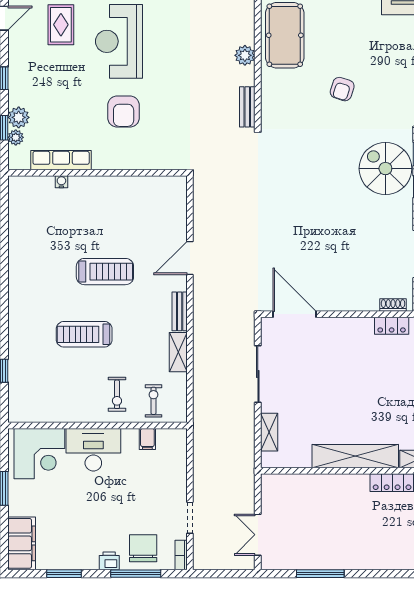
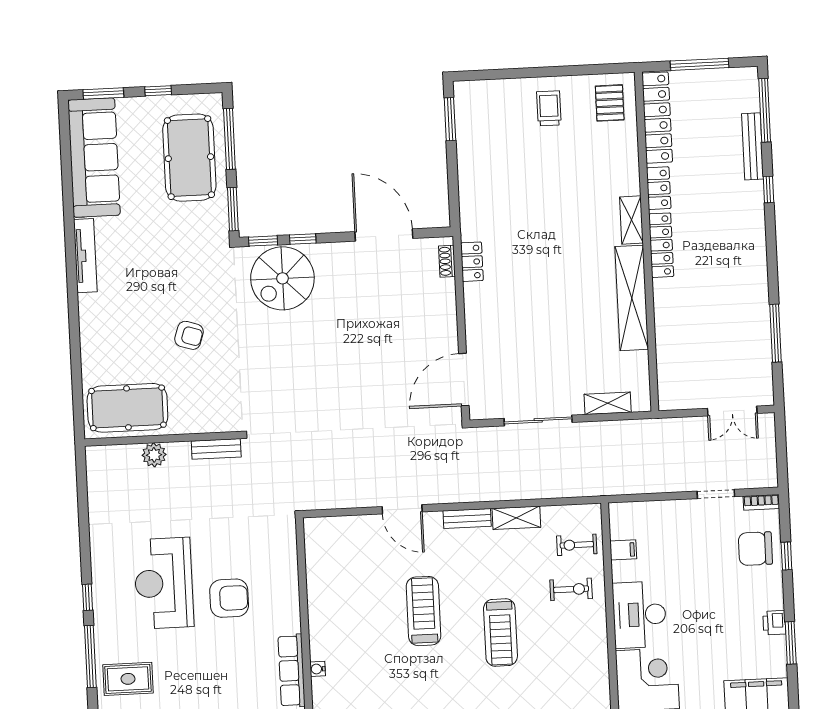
reception desk: (119, 41) -> (164, 583), moved, turned 90
printer: (109, 561) -> (774, 623), moved
window: (136, 574) -> (786, 556), width x0.46

